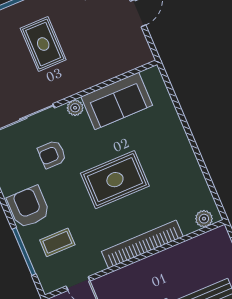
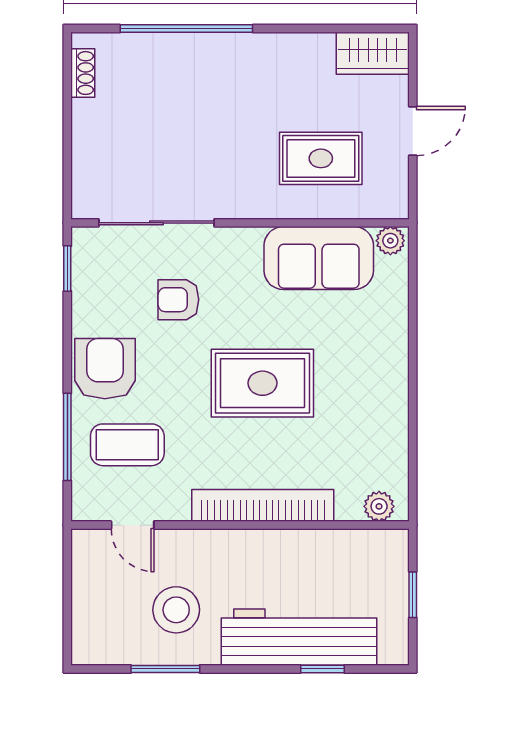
rug: (43, 44) -> (321, 158), moved, turned 90
plant: (75, 108) -> (390, 241), moved
coffee table: (57, 242) -> (127, 445), width x1.36, depth x1.30

